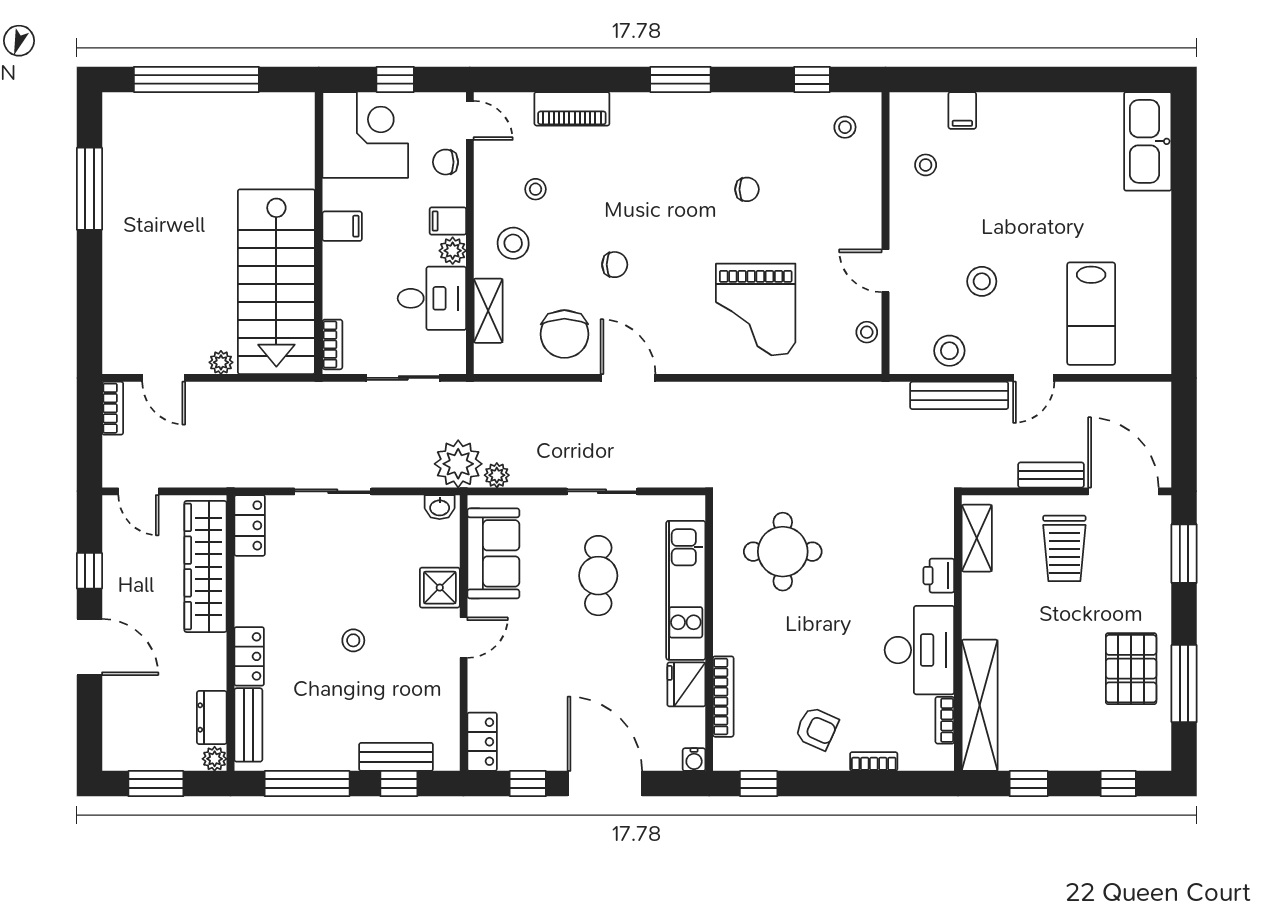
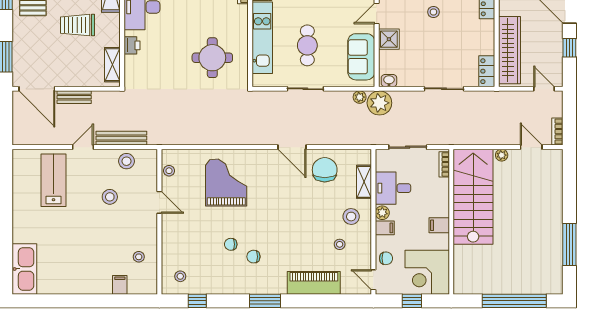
piano: (572, 109) -> (314, 283), width x1.37, depth x1.33
chair: (615, 265) -> (253, 257), moved
trolley: (1064, 548) -> (77, 25), moved, turned -90

